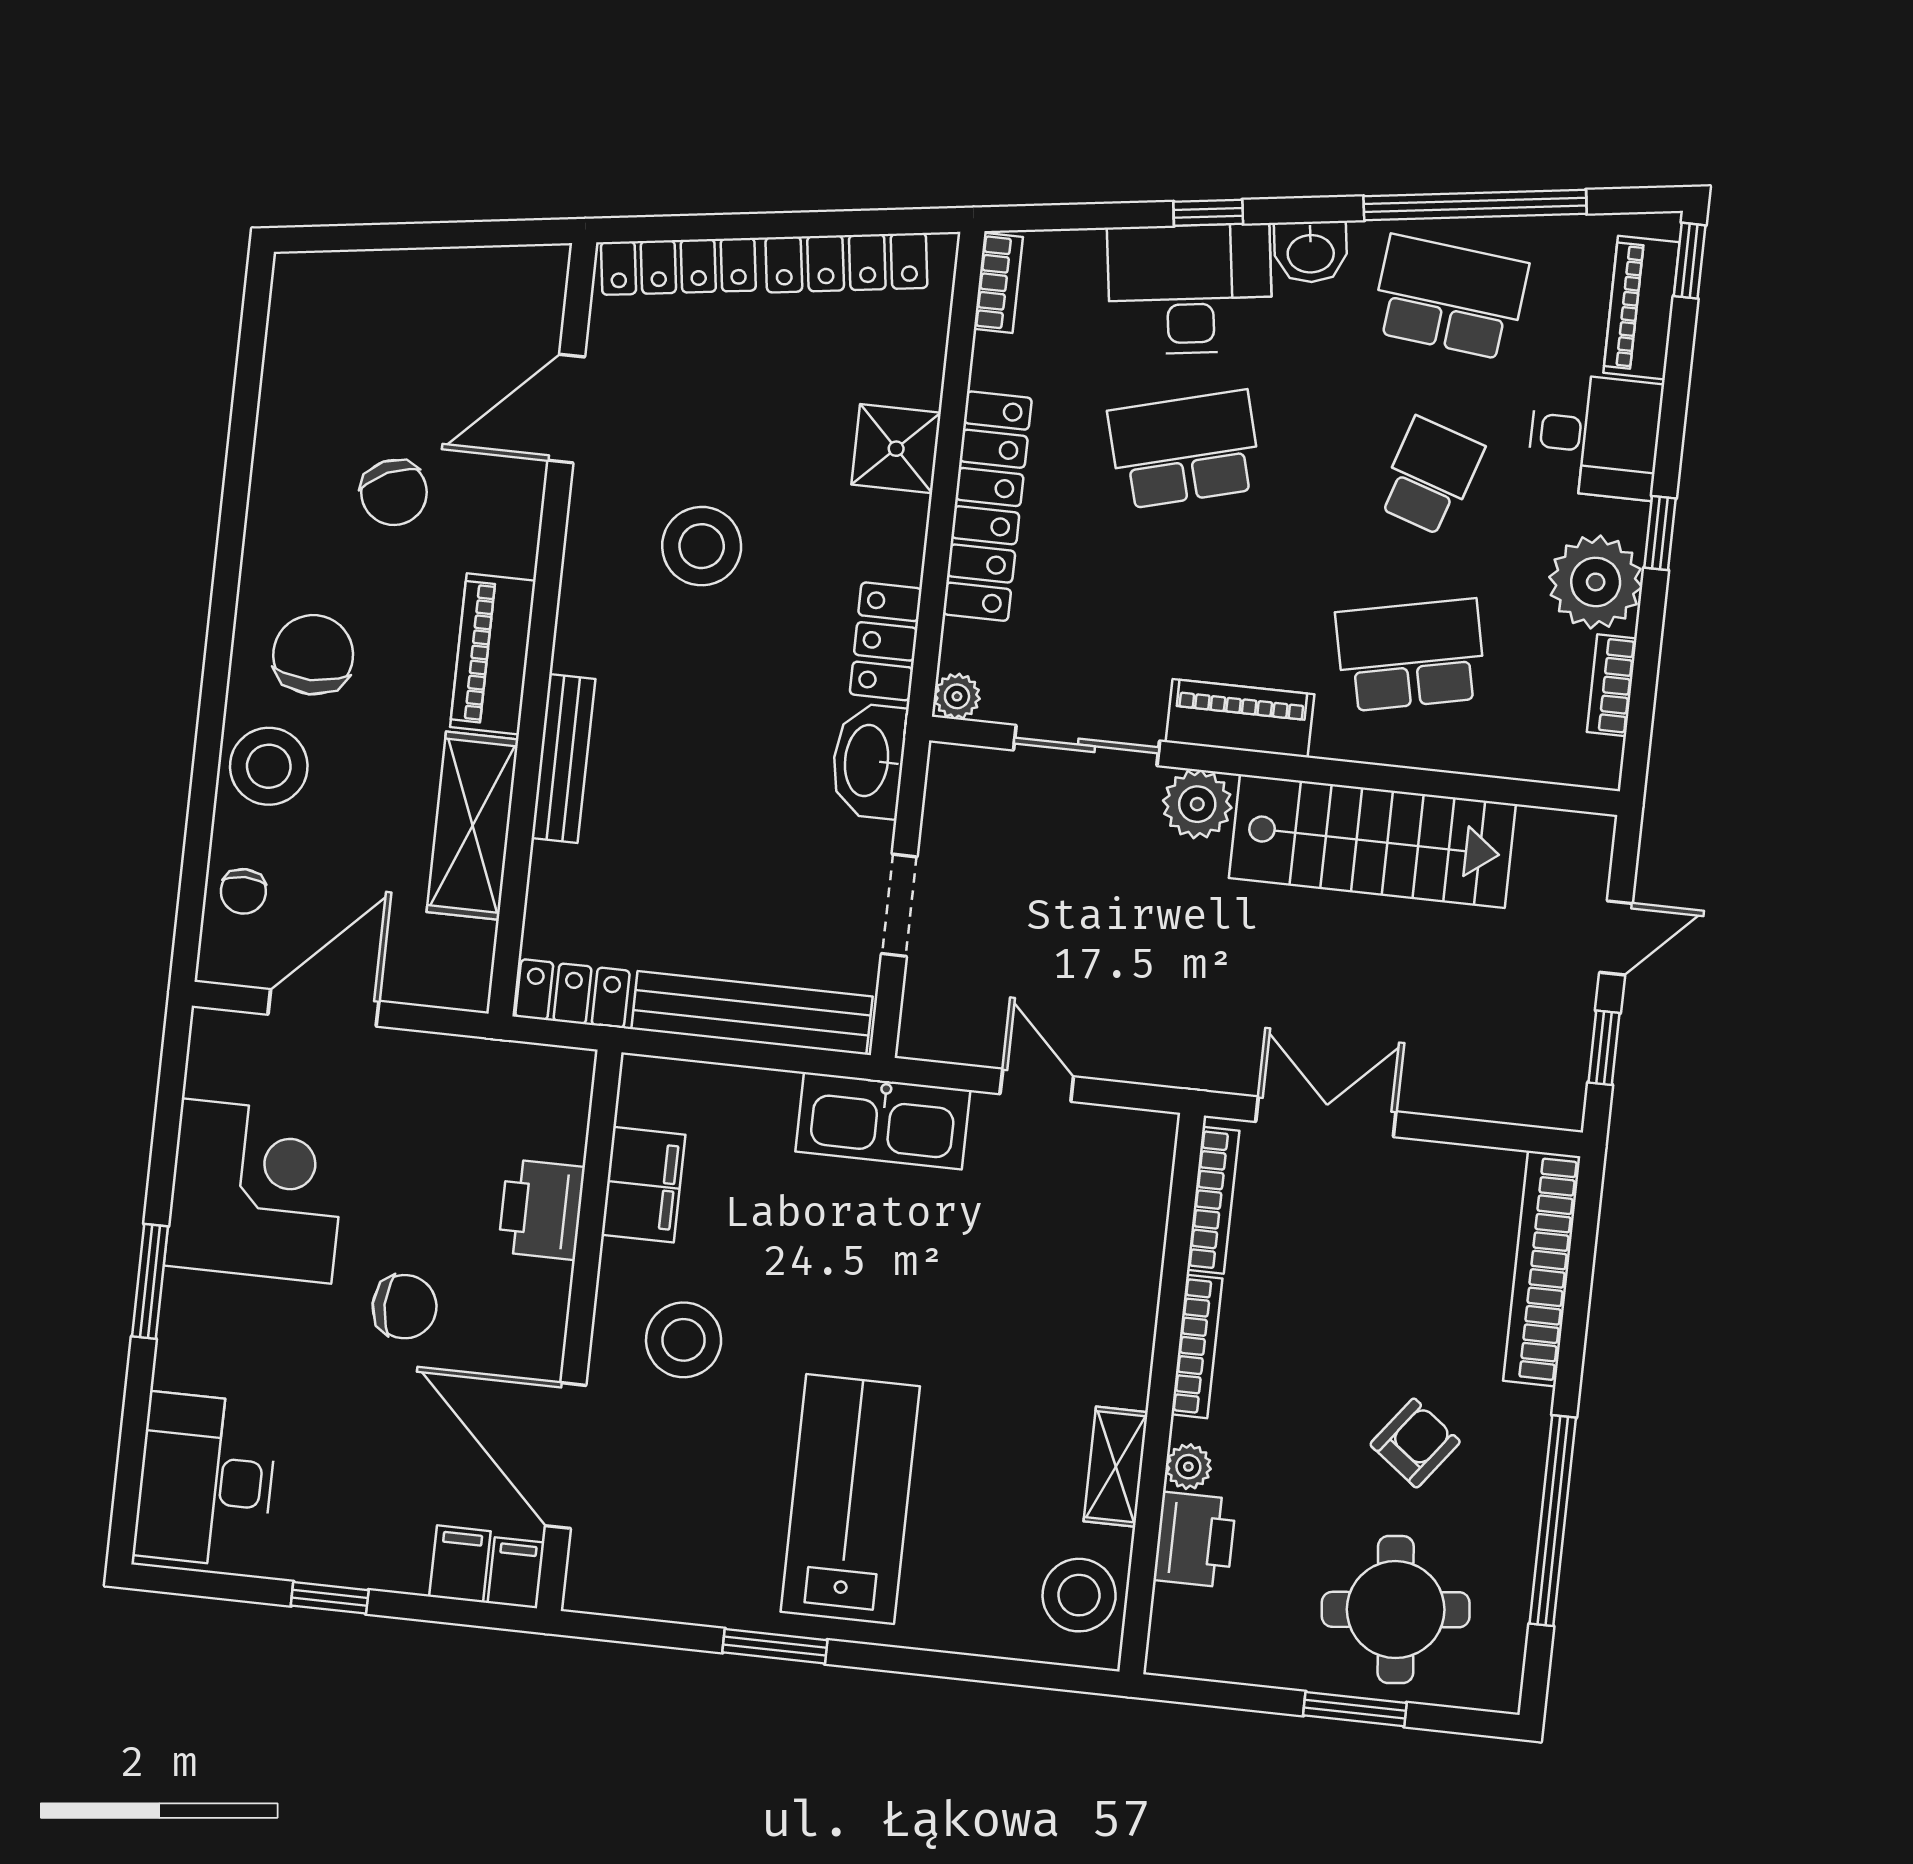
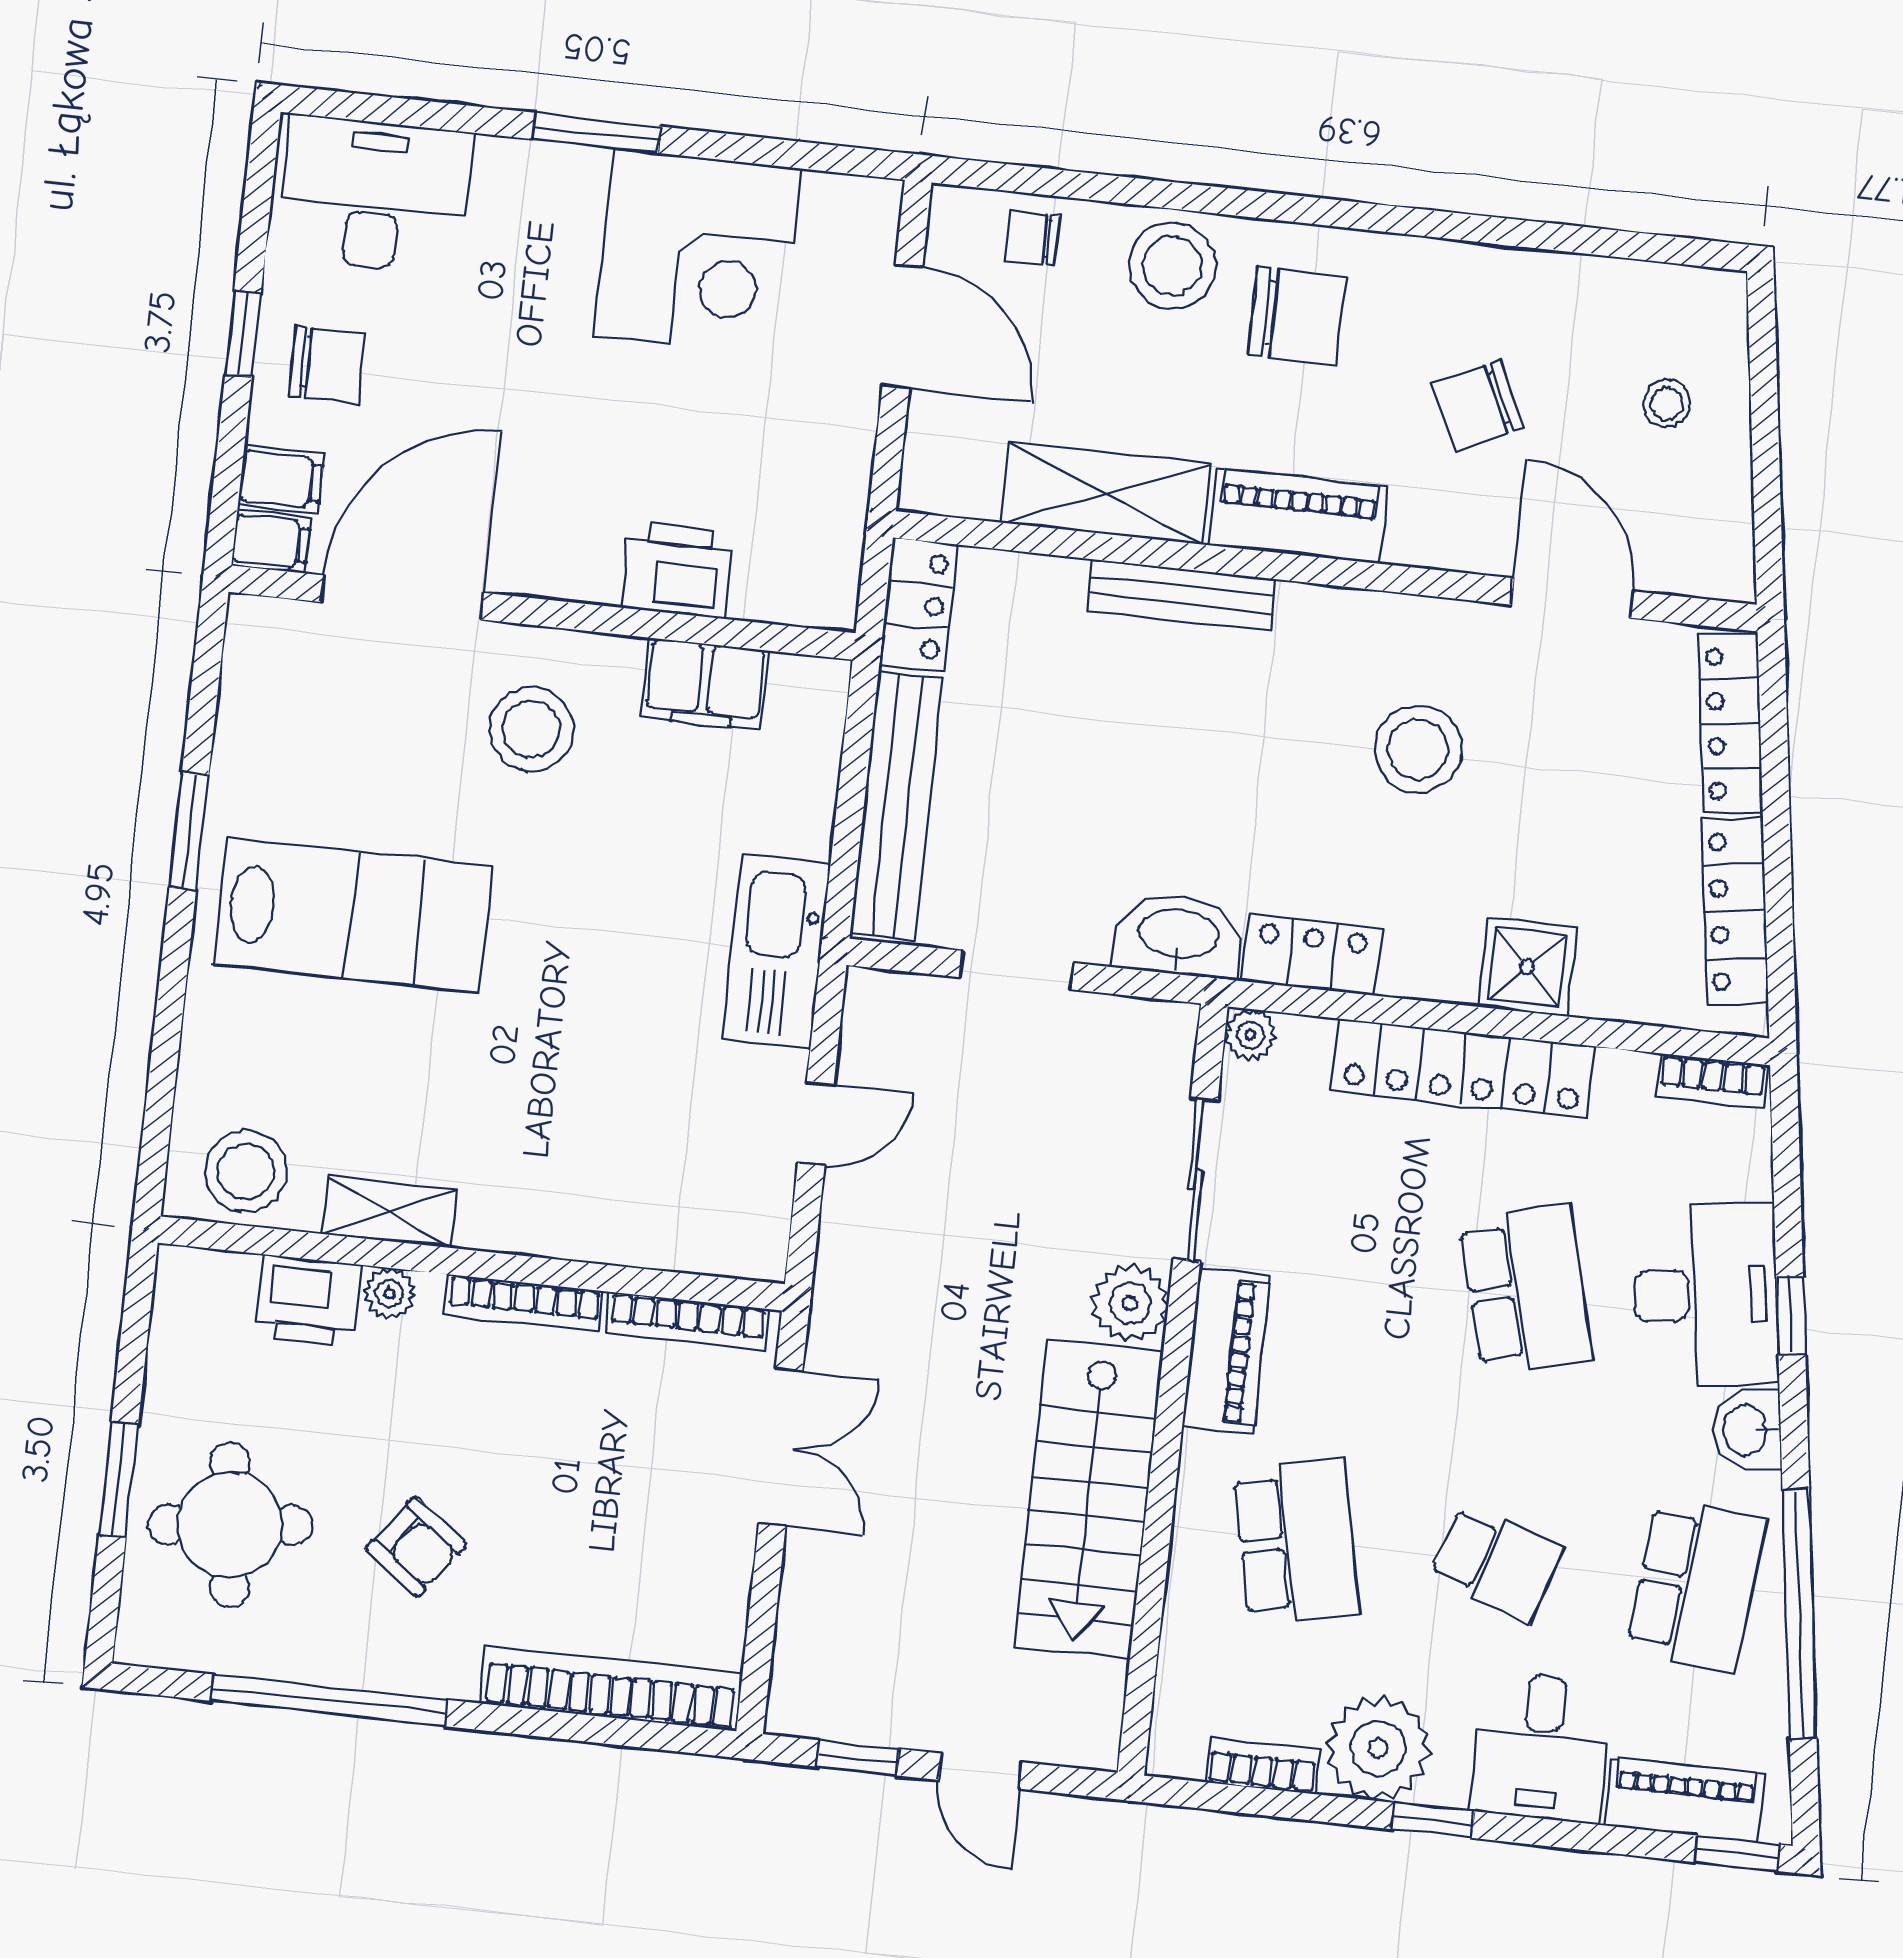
stool: (392, 324) -> (1667, 404), added
chair: (405, 1307) -> (327, 365), moved, turned -90

